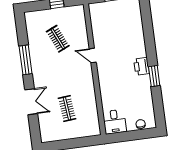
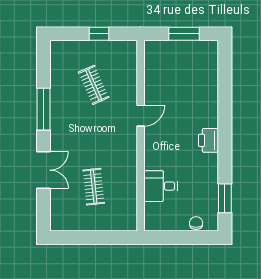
door: (93, 56) -> (141, 116), swing flipped
window: (154, 76) -> (225, 198), moved
desk: (115, 122) -> (161, 186), moved, turned 90

